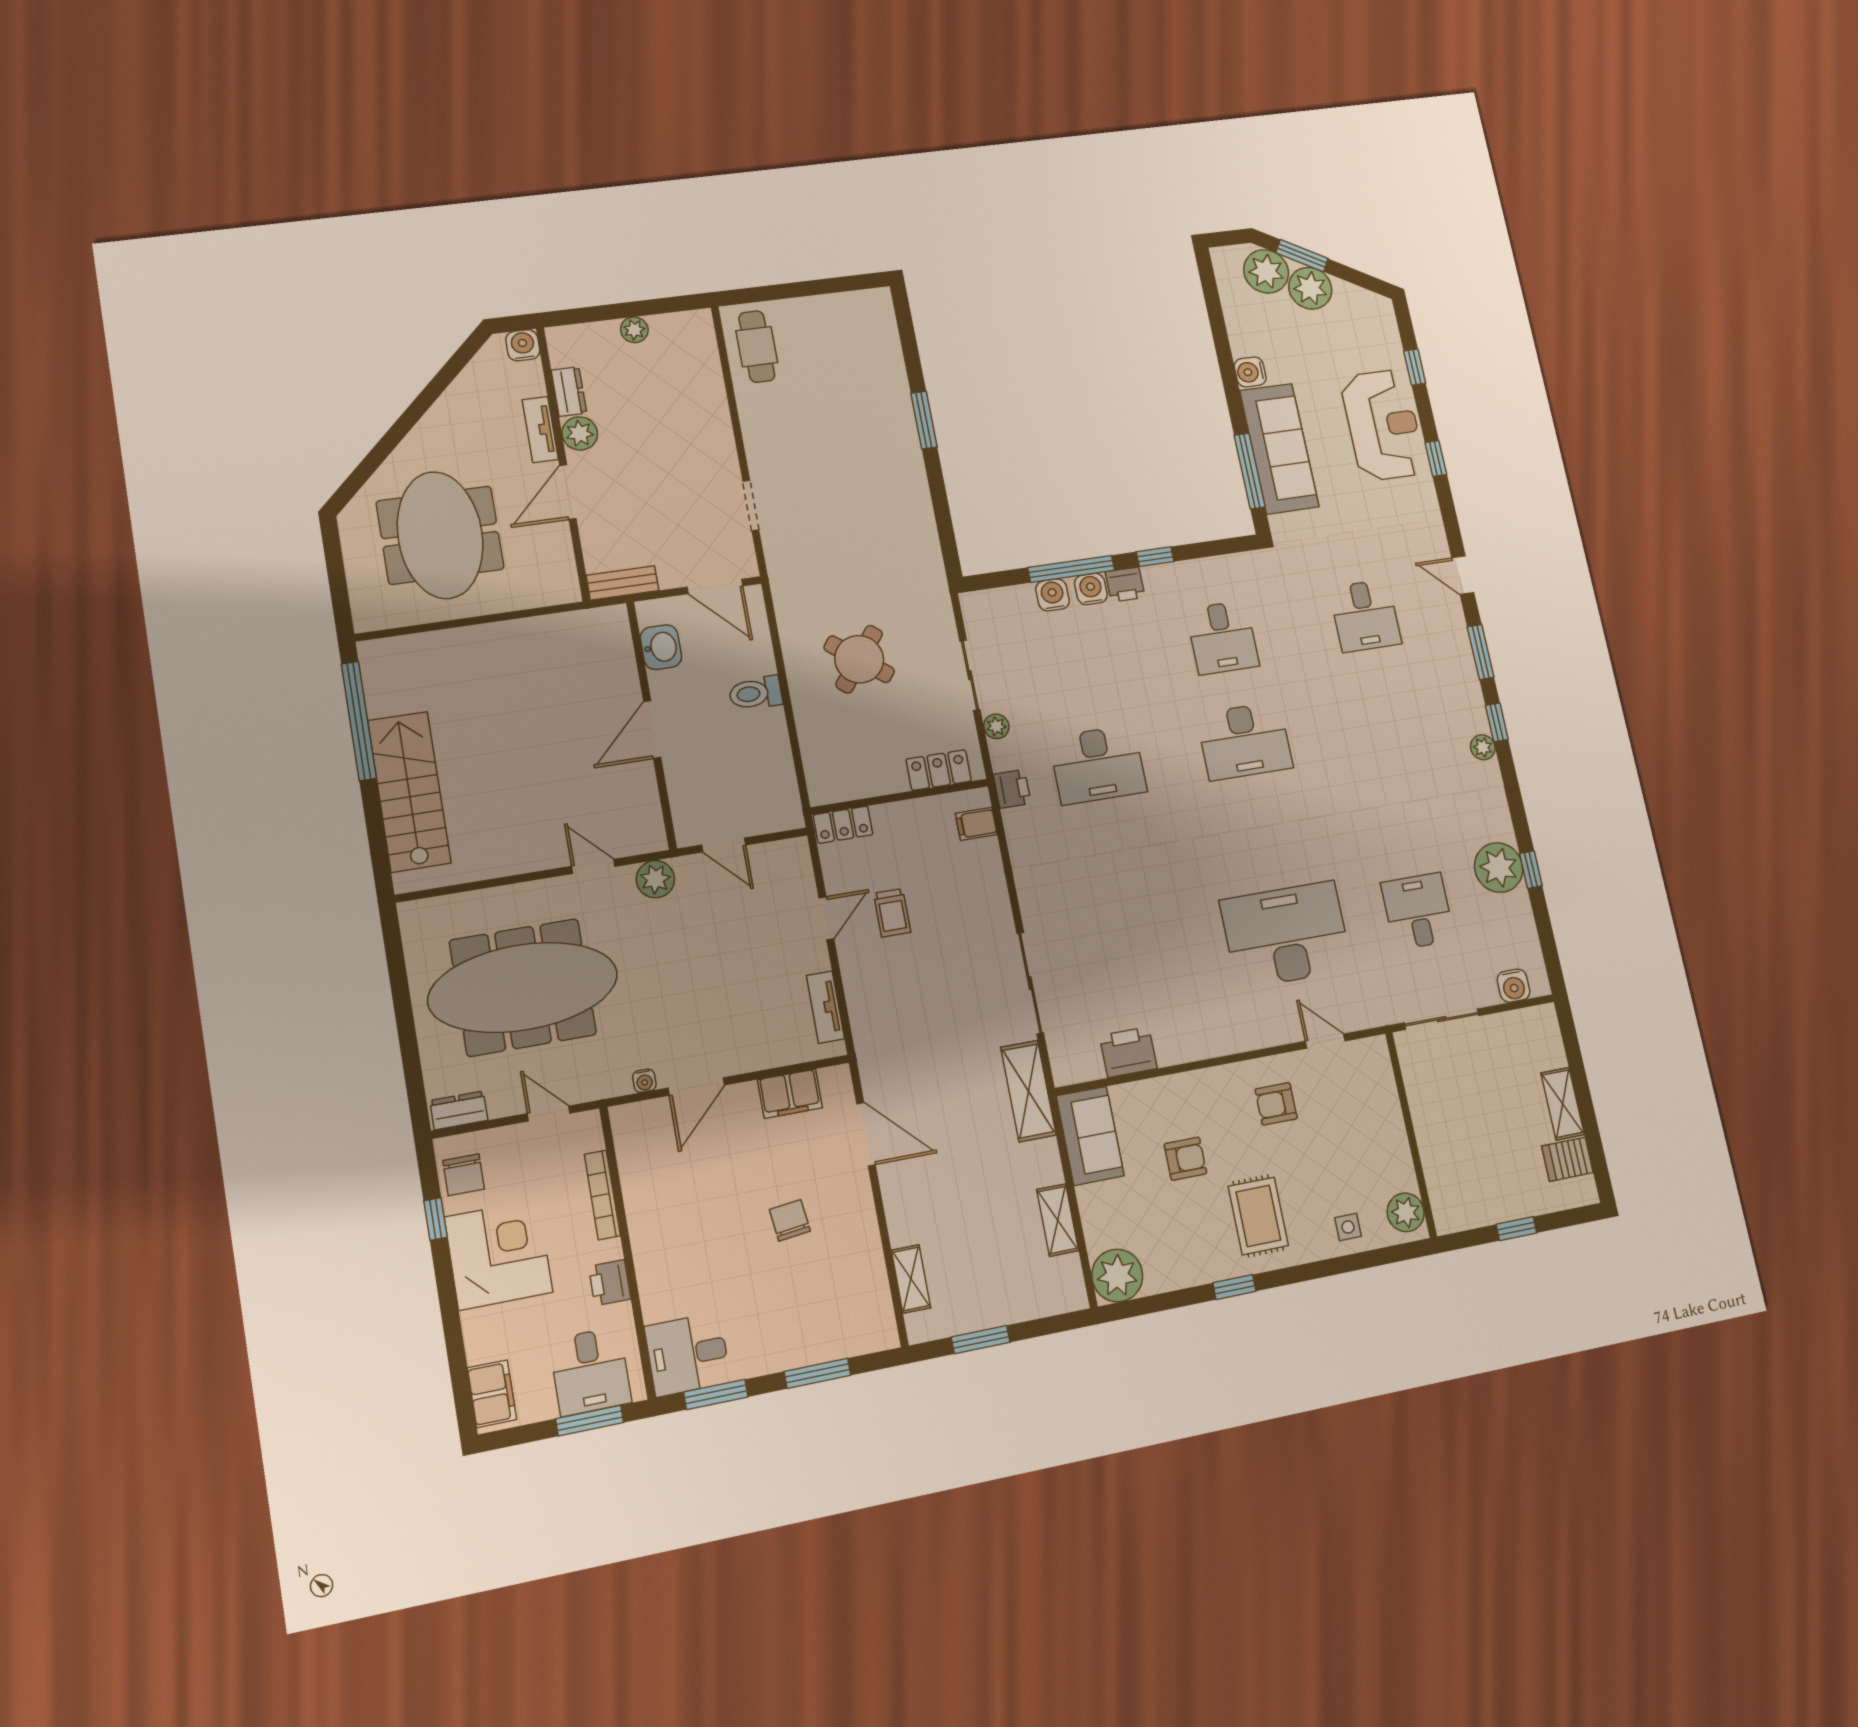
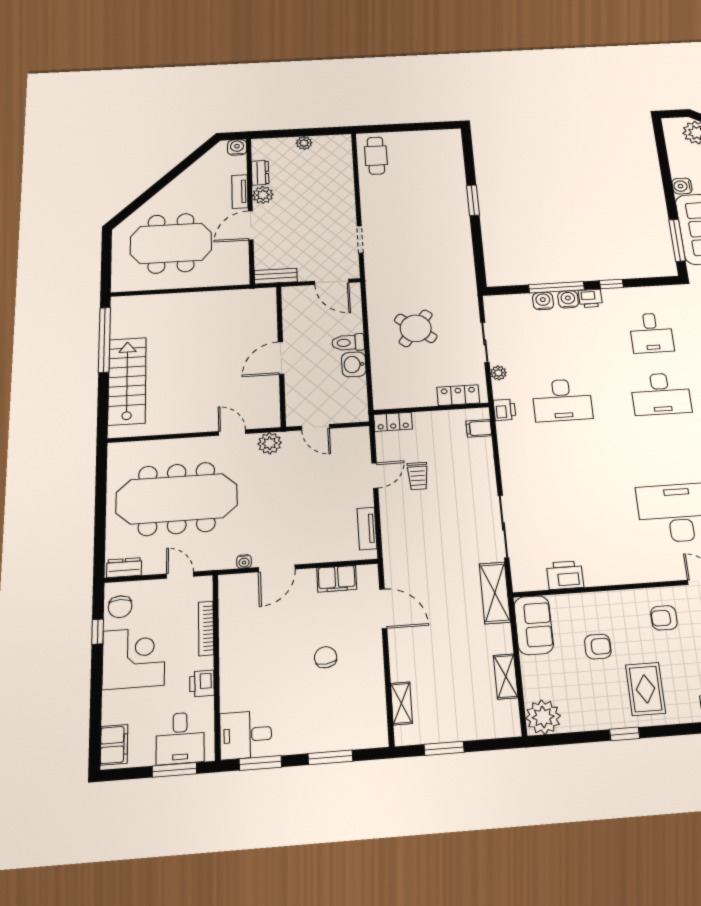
meeting table: (440, 535) -> (171, 243), turned 90
washbasin: (661, 647) -> (354, 364), moved, turned 180

